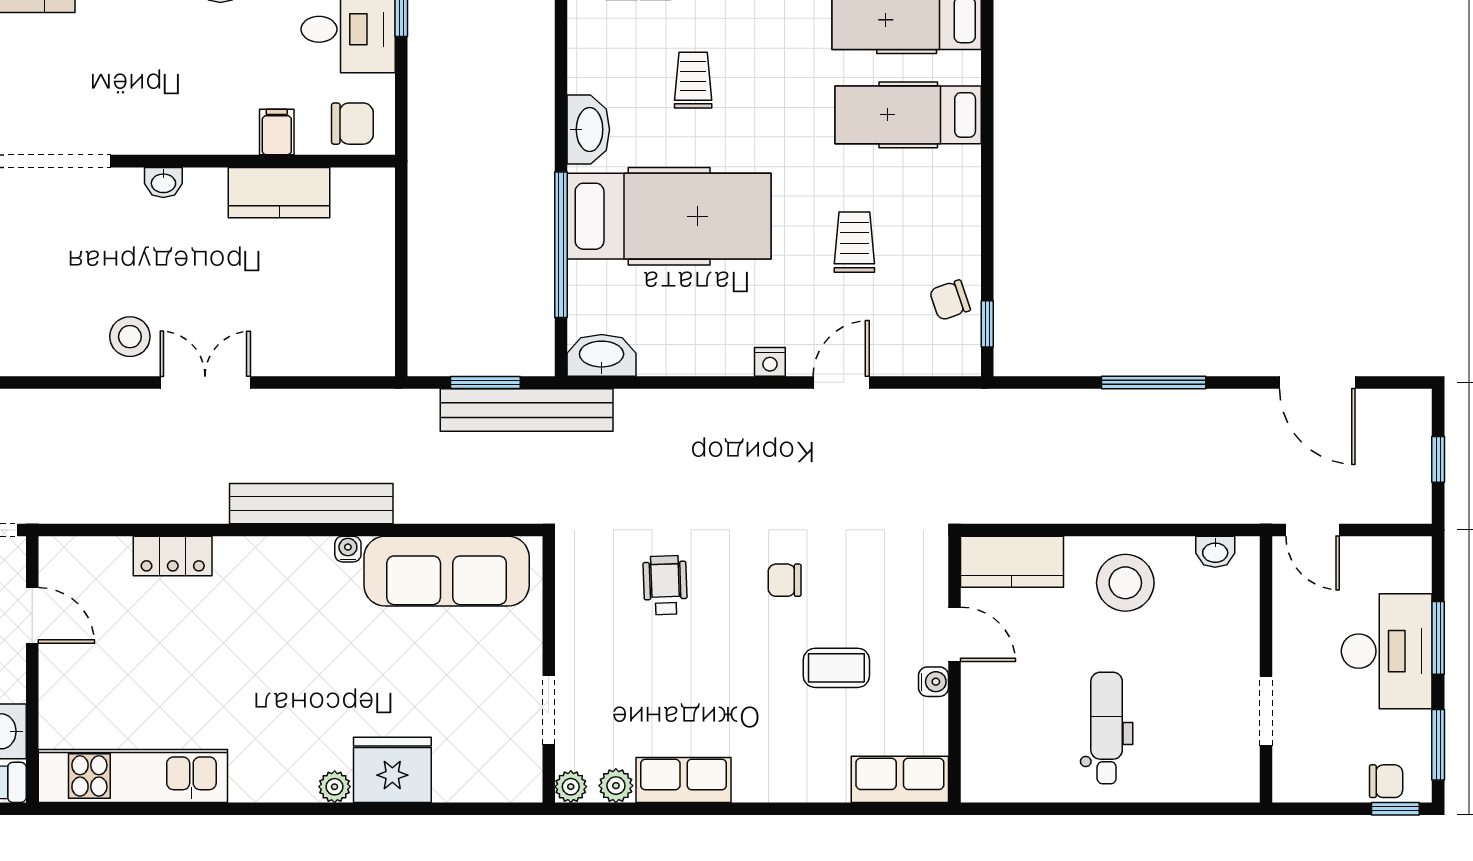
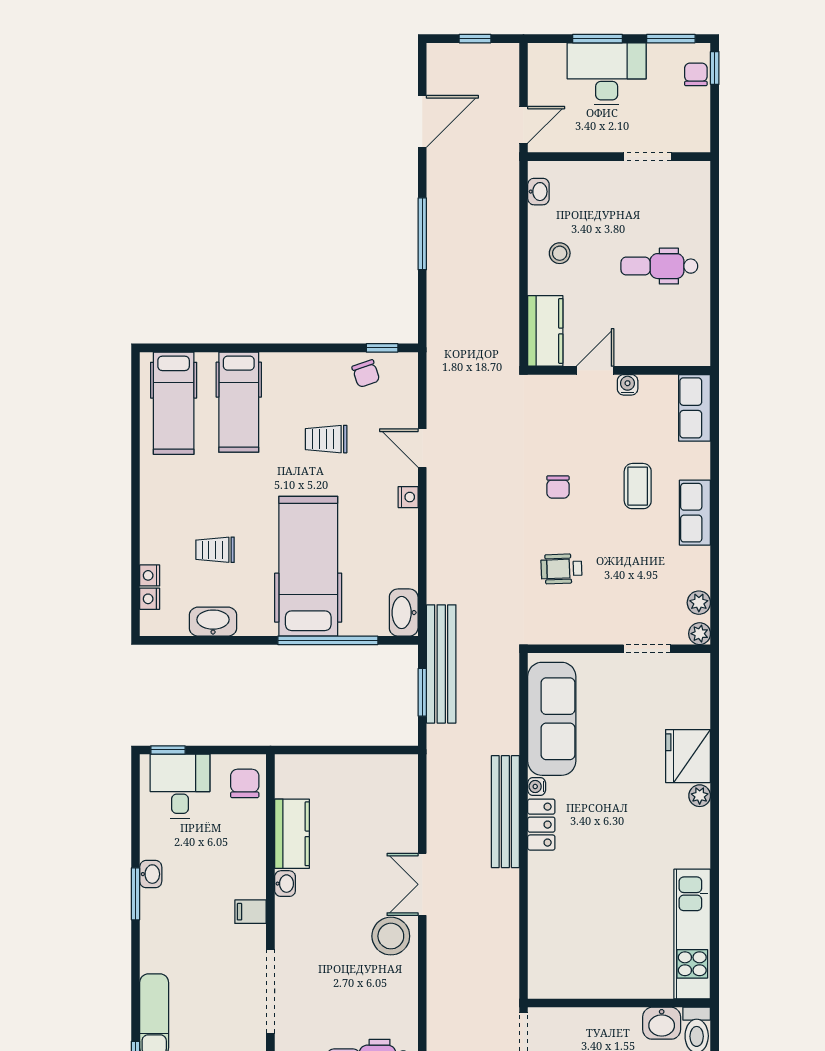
washbasin: (588, 130) -> (213, 622), moved
filing cabinet: (277, 132) -> (251, 912), moved
washbasin: (163, 182) -> (285, 884), moved
stool: (130, 337) -> (391, 936), width x1.38, depth x1.38
locker: (173, 556) -> (541, 825), moved
stool: (1125, 583) -> (560, 253), width x0.53, depth x0.53
door: (32, 615) -> (582, 1003), removed
coffee table: (836, 668) -> (638, 486), moved
row of seats: (684, 780) -> (695, 513), moved

